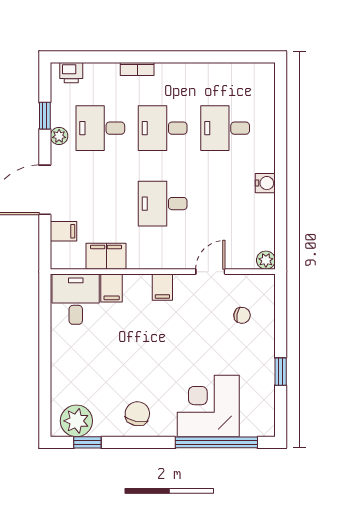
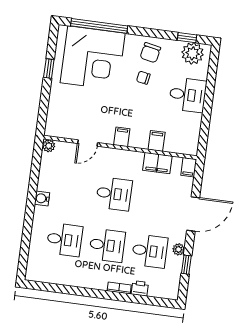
printer: (71, 73) -> (140, 288), moved
filing cabinet: (63, 231) -> (189, 167), moved, turned -90
desk: (76, 299) -> (188, 95), moved, turned -90
chair: (242, 315) -> (143, 78), moved
corner desk: (208, 406) -> (93, 58), width x1.36, depth x1.36

